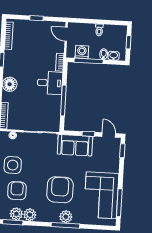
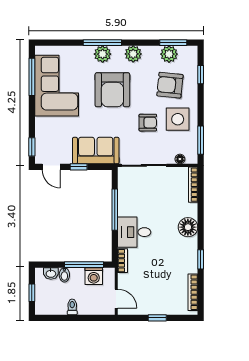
armchair: (35, 164) -> (148, 123), added
armchair: (17, 191) -> (170, 85), turned 96
plant: (30, 215) -> (133, 54), moved

